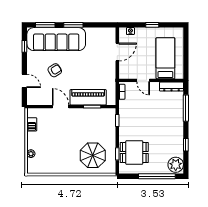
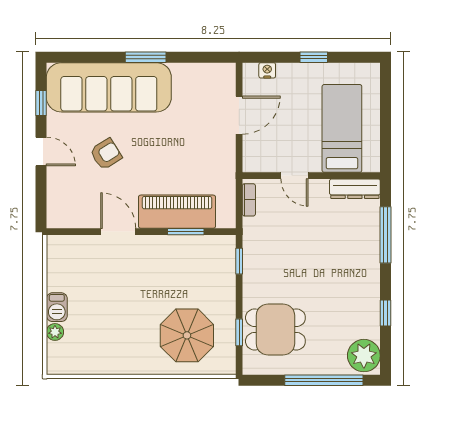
window: (45, 25) -> (85, 57), removed
door: (24, 81) -> (41, 151), moved
barbecue: (32, 124) -> (57, 307), moved

